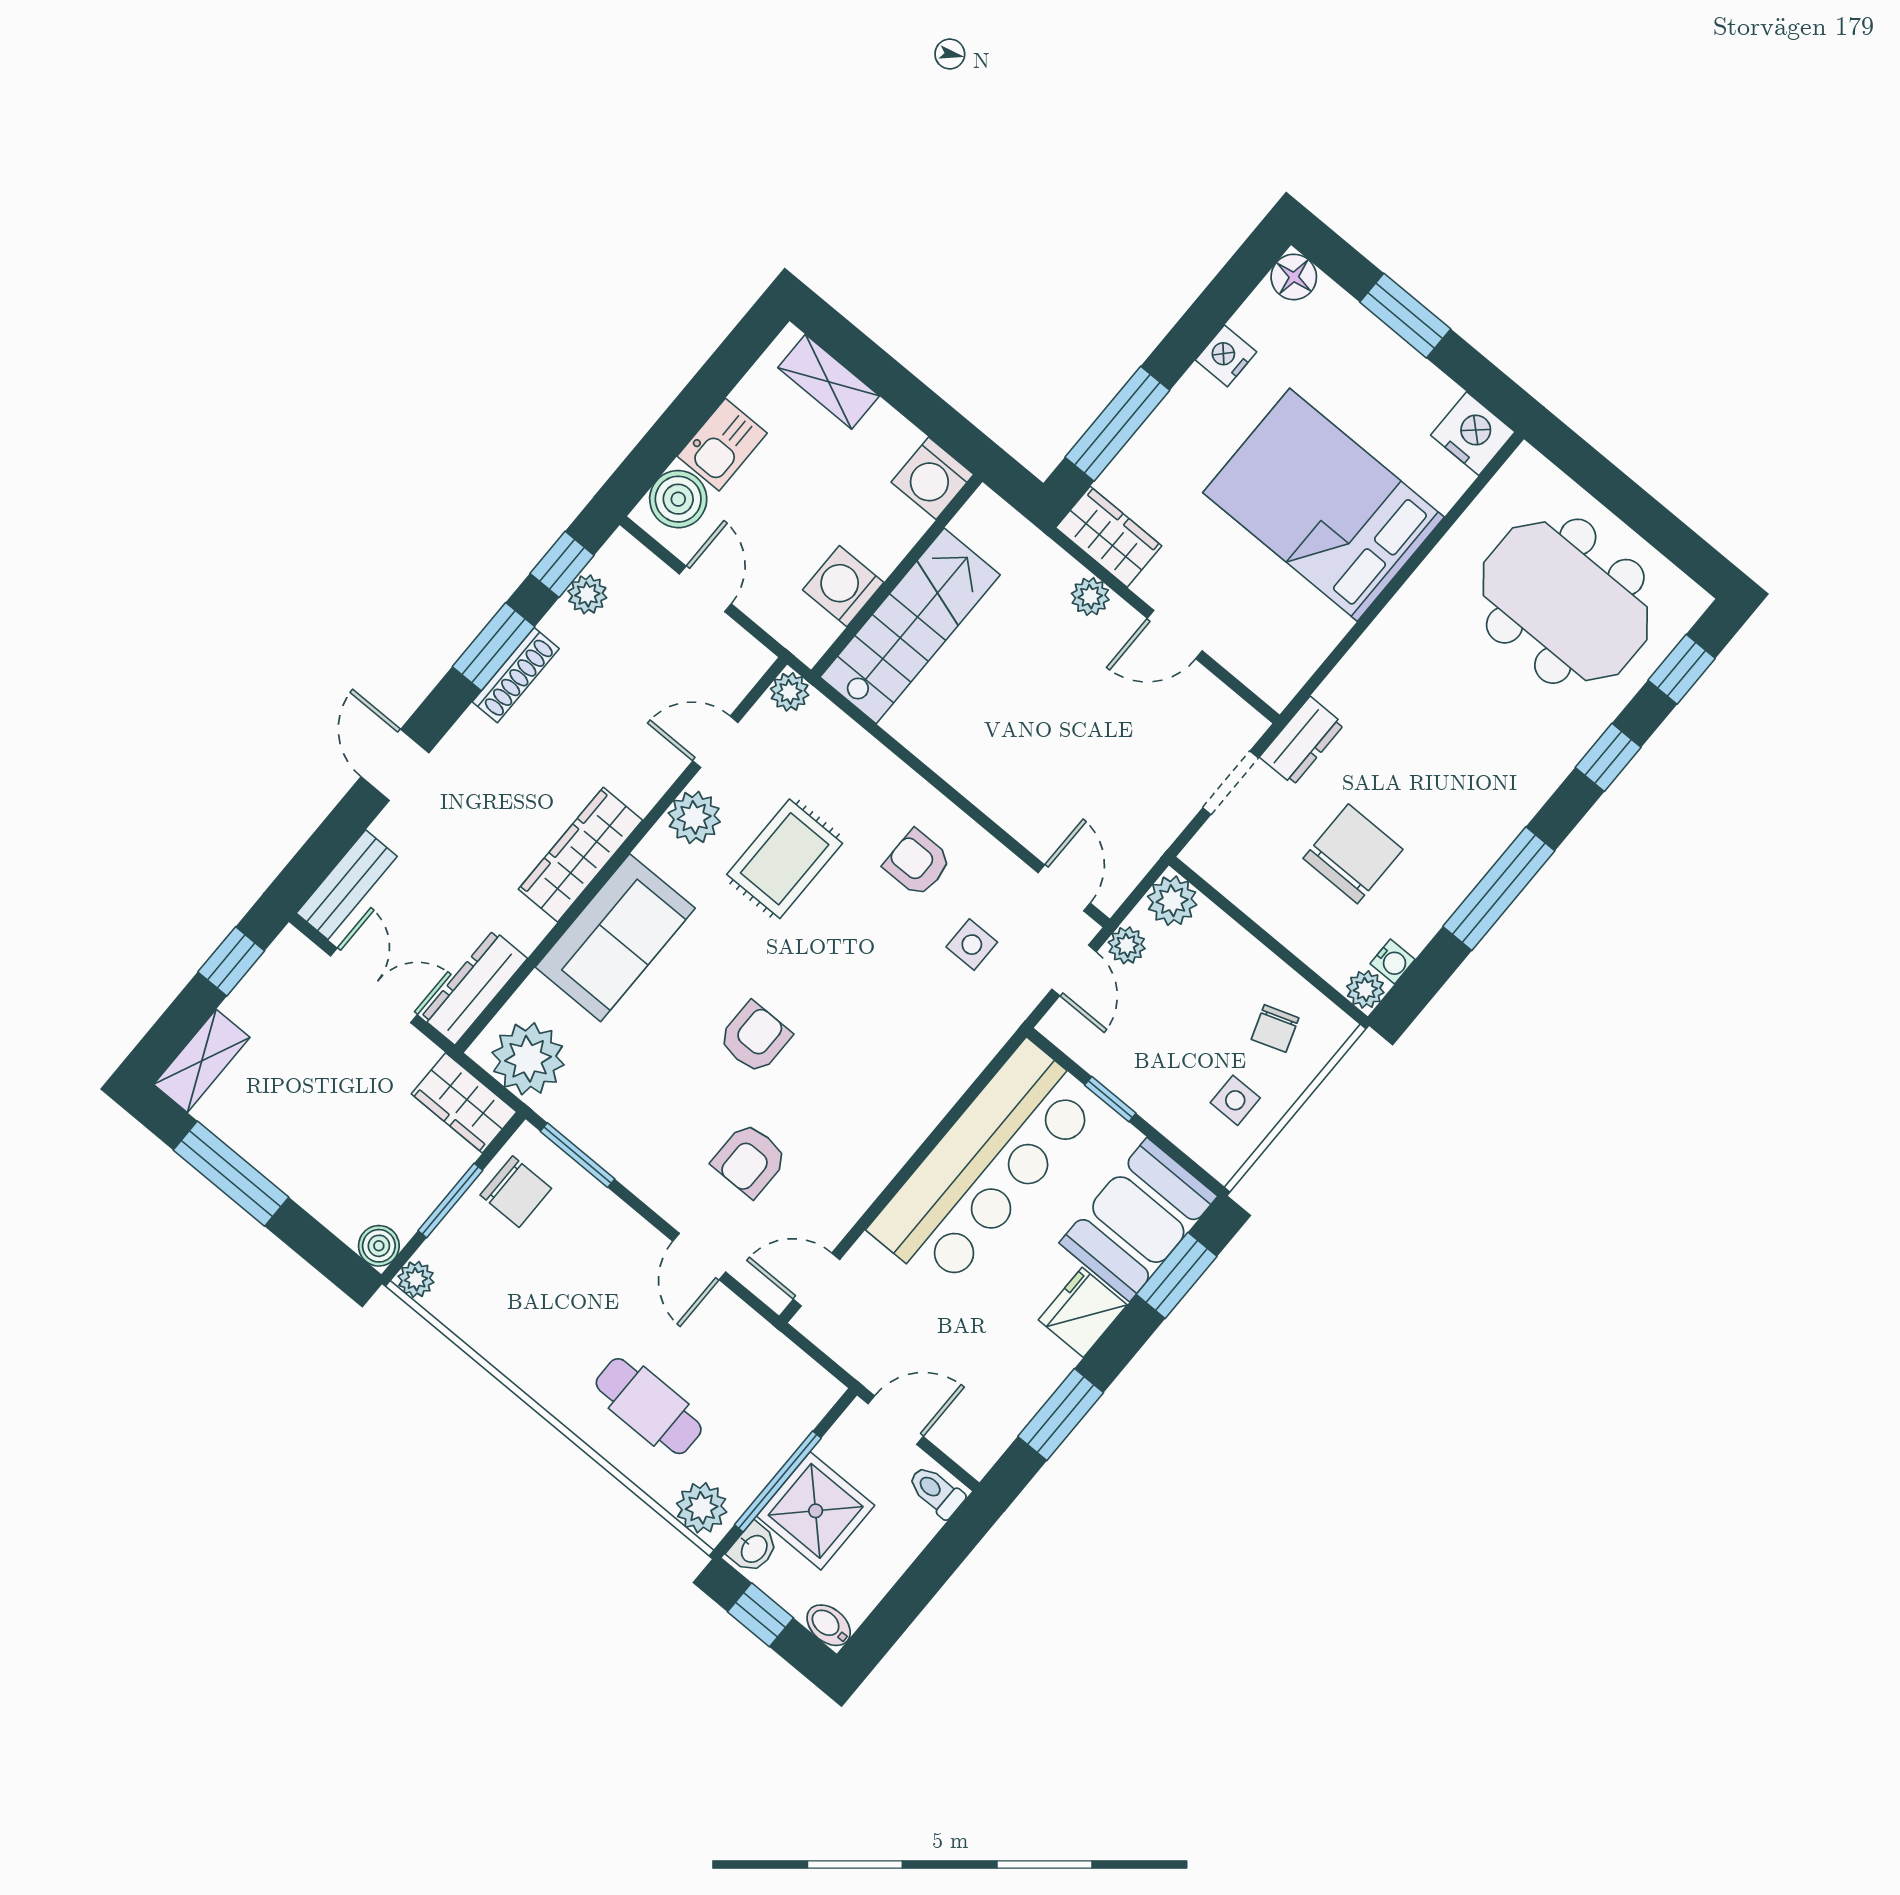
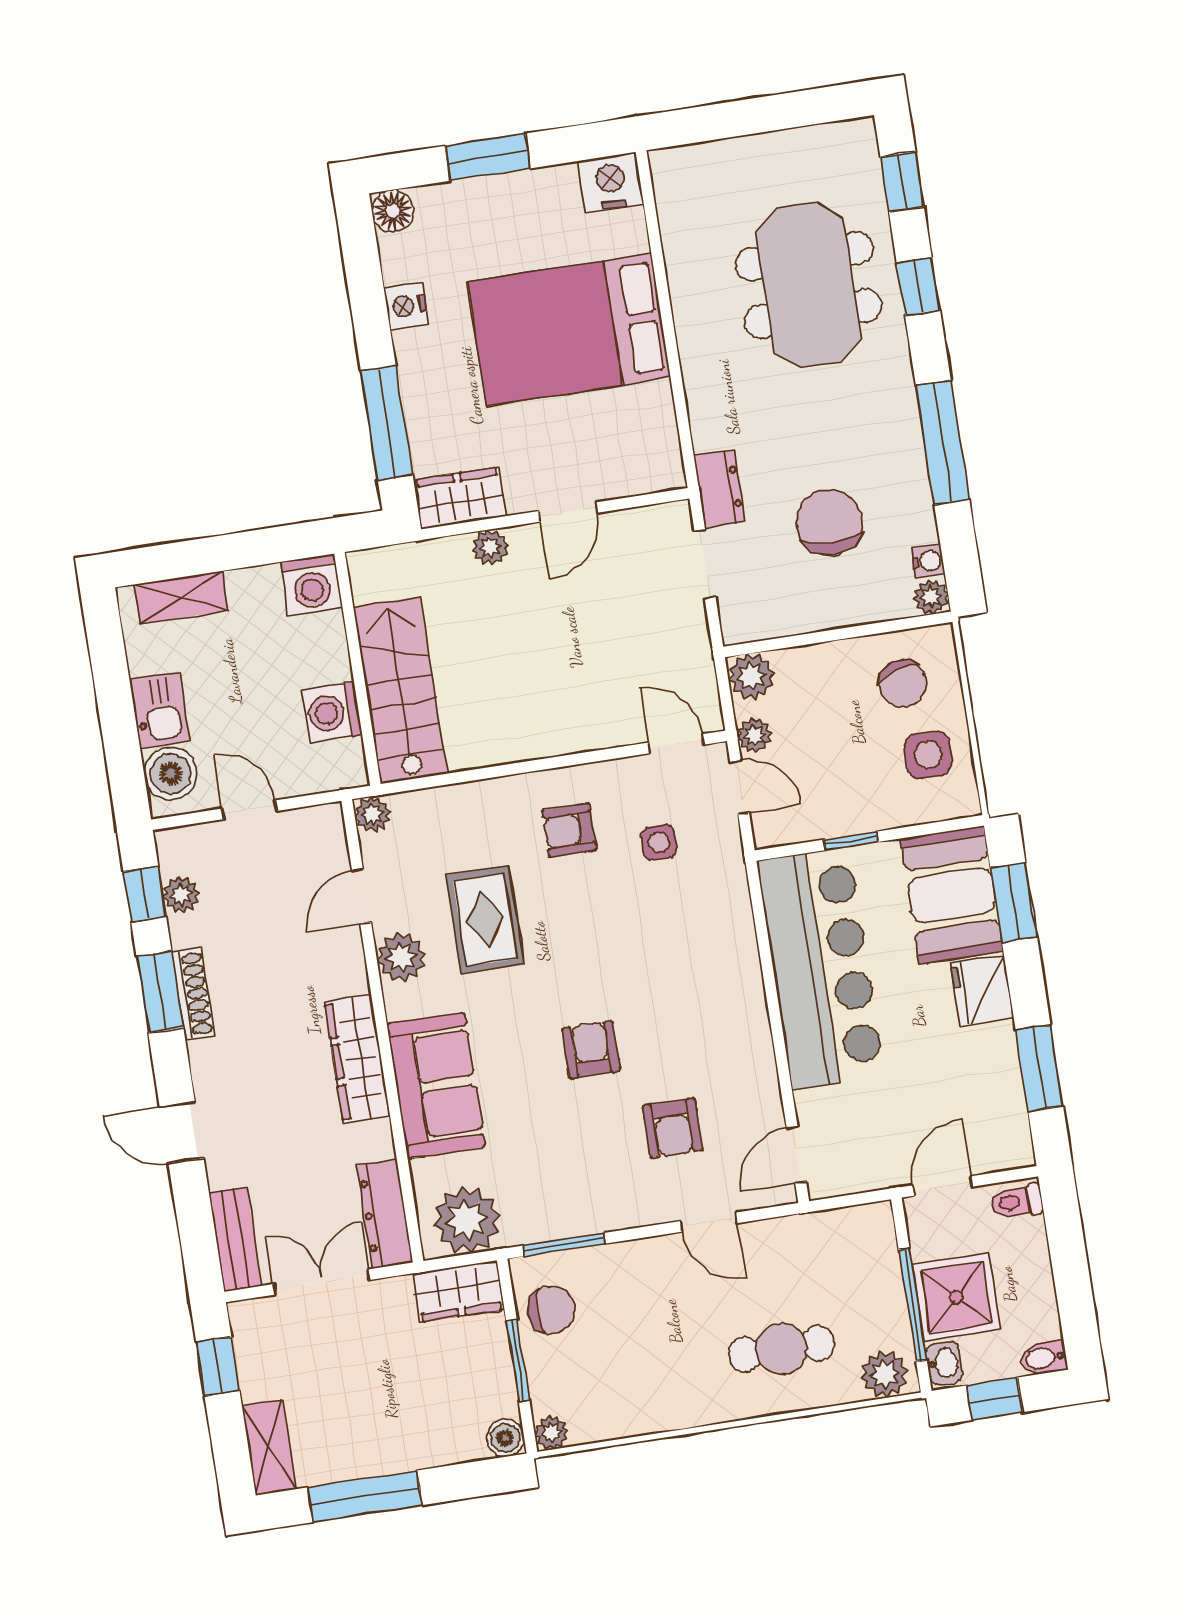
meeting table: (1565, 601) -> (809, 285), moved, turned 90
chair: (1275, 1029) -> (903, 683), width x1.37, depth x1.37
side table: (1235, 1100) -> (928, 755), width x1.37, depth x1.37

